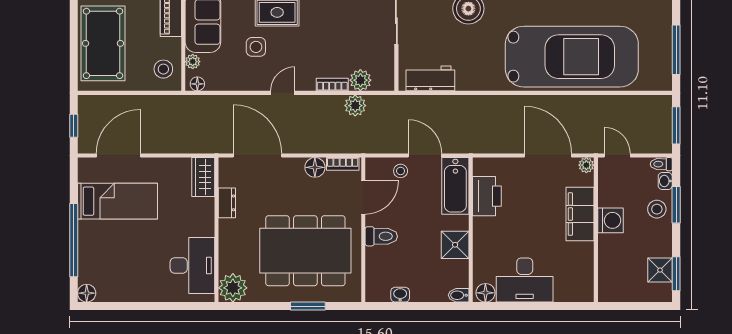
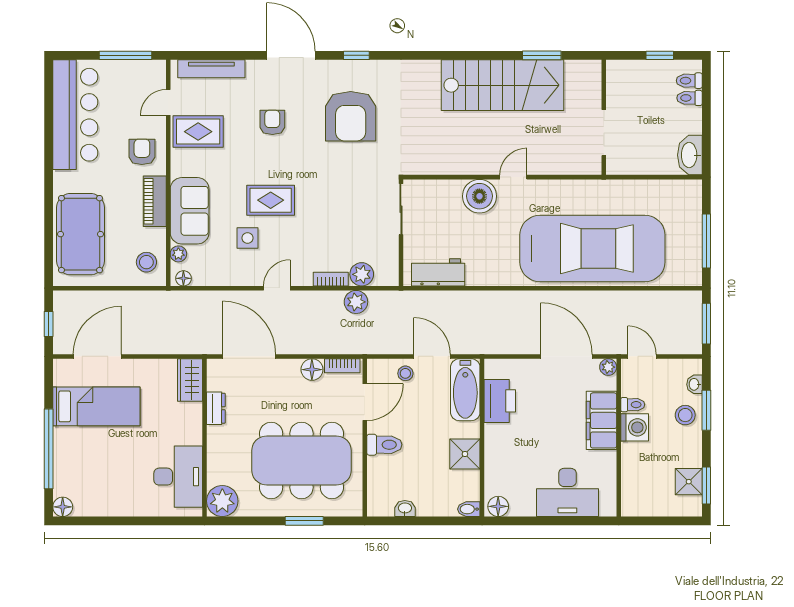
toilet: (661, 164) -> (633, 405), moved, turned 180
desk: (525, 280) -> (567, 492), moved

